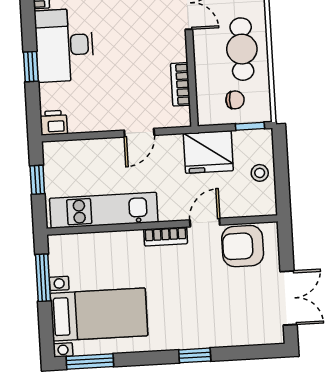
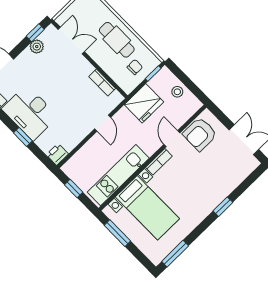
bed with nightstands: (99, 314) -> (147, 208), moved, turned 90

